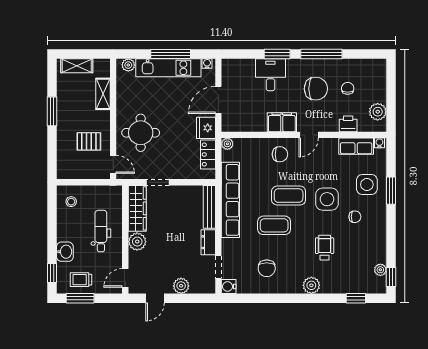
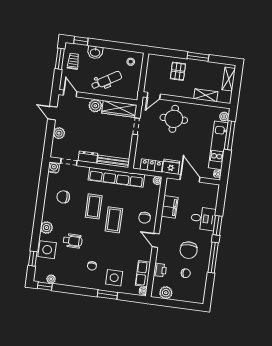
window: (171, 54) -> (230, 135), moved
filing cabinet: (282, 122) -> (170, 207), moved
pallet: (89, 141) -> (178, 71), moved
side table: (327, 199) -> (47, 250), moved
dental chair: (101, 231) -> (107, 80), turned -31

